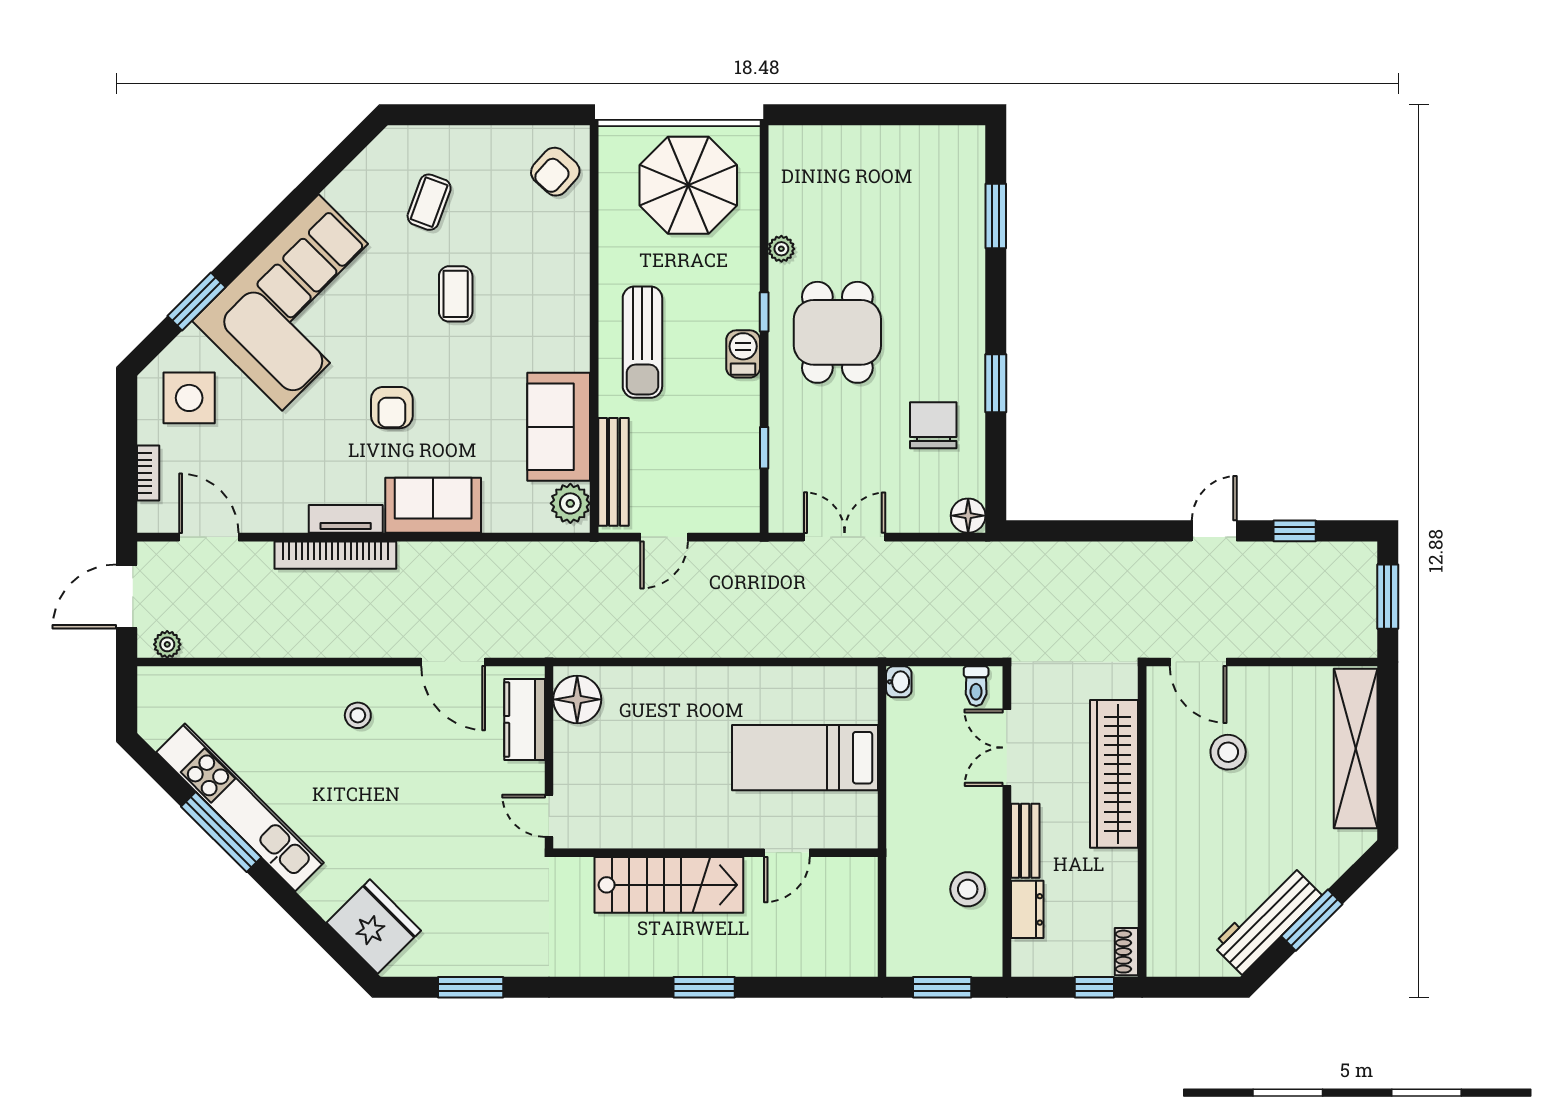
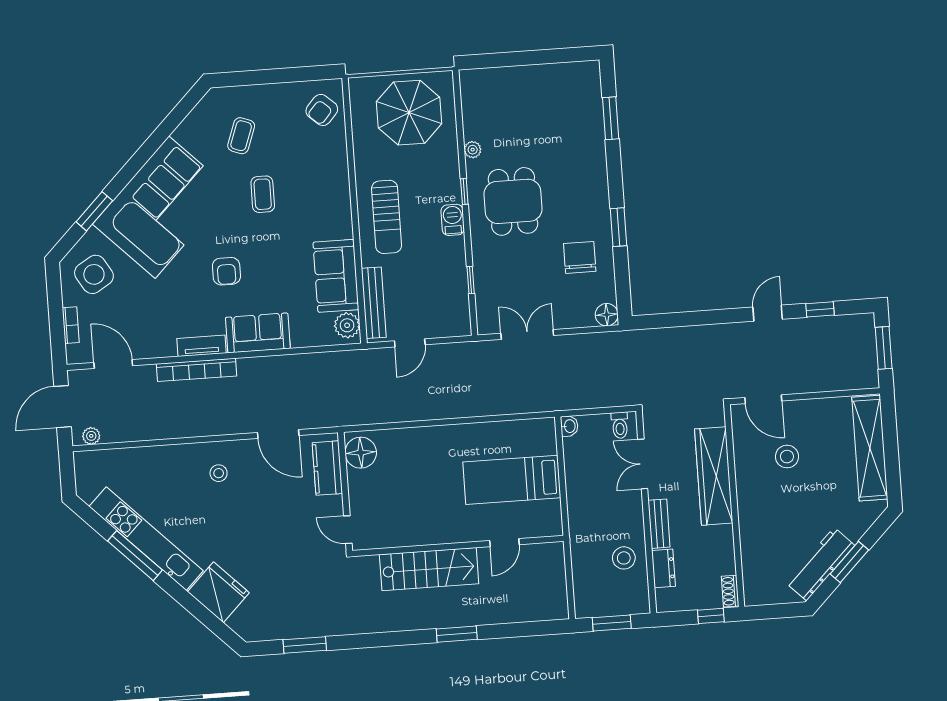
side table: (189, 398) -> (94, 274), turned -31
fridge: (374, 927) -> (218, 592), moved

